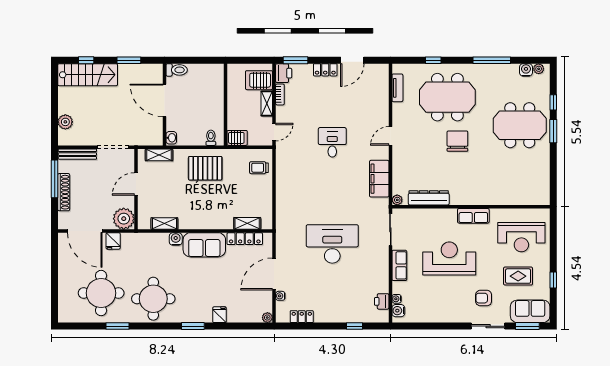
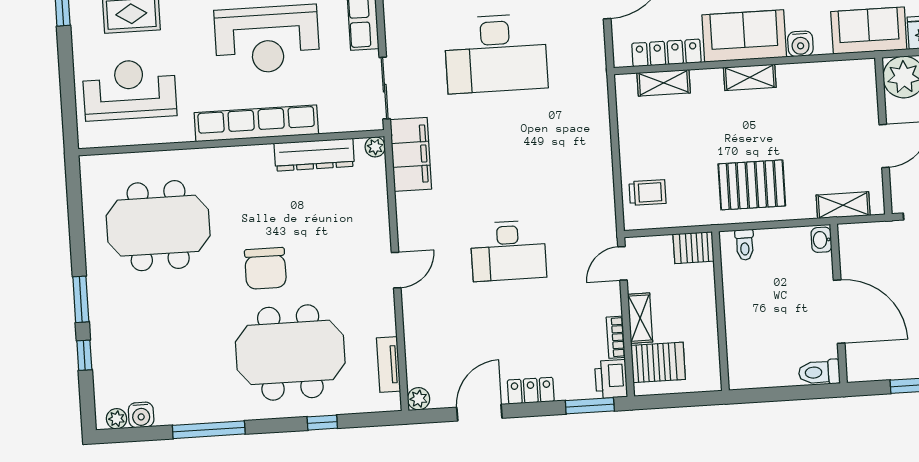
plant: (383, 69) -> (419, 399), added
meeting table: (520, 125) -> (158, 226), moved
desk: (332, 142) -> (508, 251), width x1.37
filing cabinet: (379, 179) -> (411, 154), moved
row of seats: (473, 216) -> (256, 123), width x2.02
shelving: (164, 223) -> (750, 77), moved
sofa: (140, 244) -> (869, 31), added

